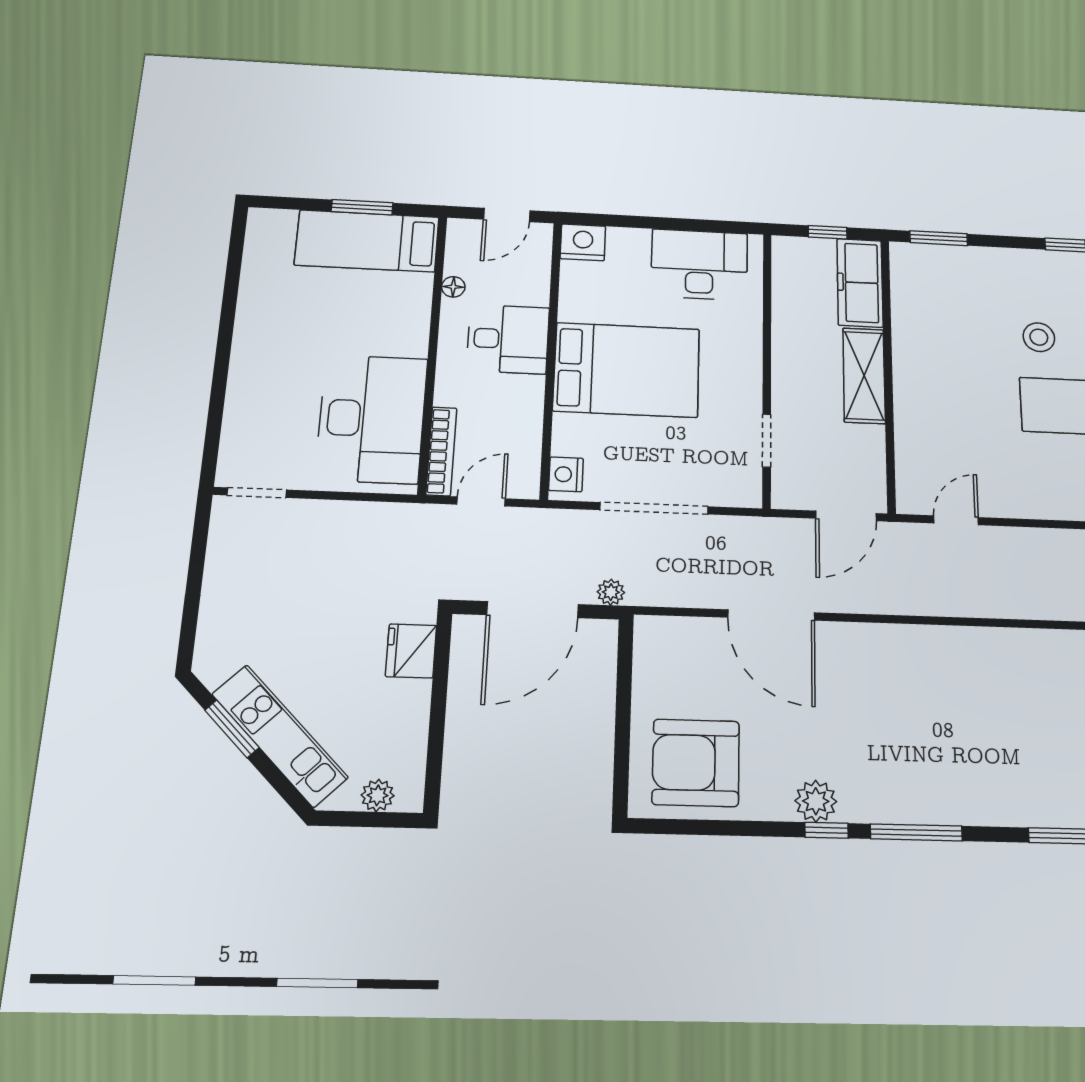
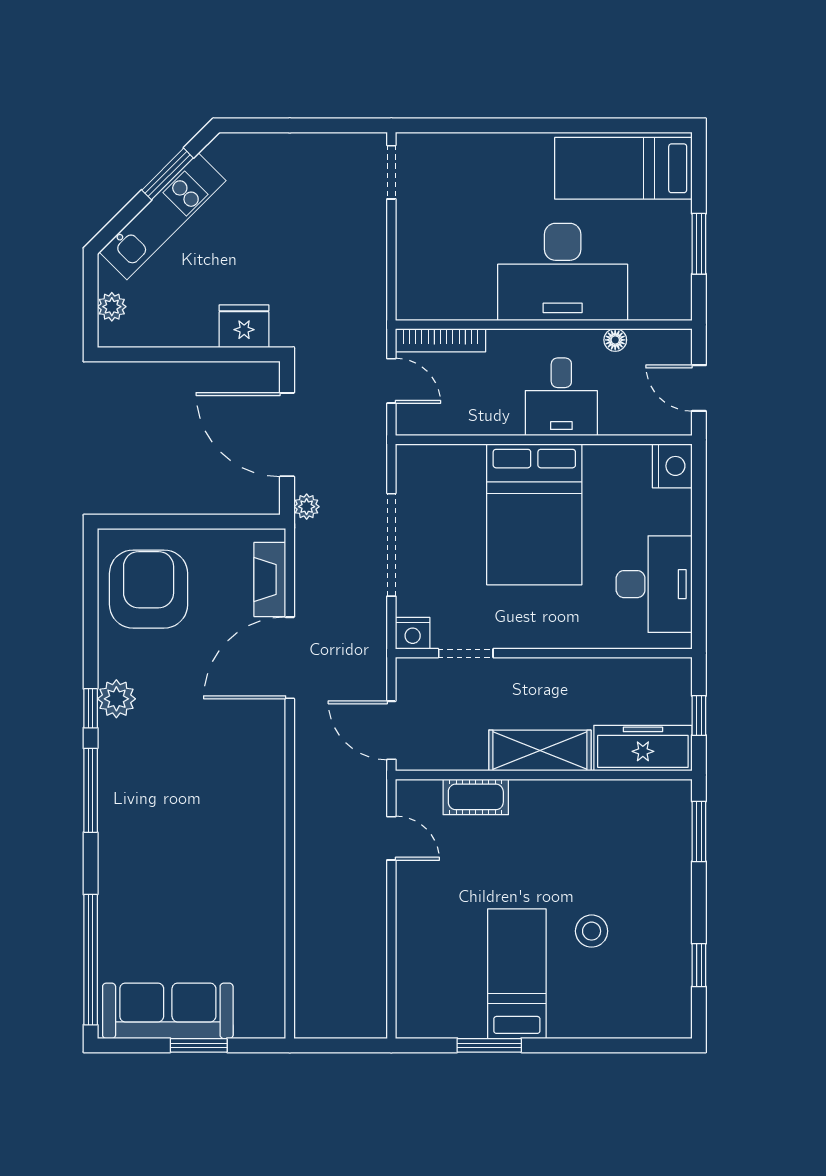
bed: (367, 241) -> (623, 168), moved, turned -90
desk: (372, 419) -> (563, 272), moved
cot: (912, 437) -> (476, 797), added
nightstand: (566, 474) -> (413, 633), moved, turned 180
fireplace: (688, 633) -> (270, 579), added

